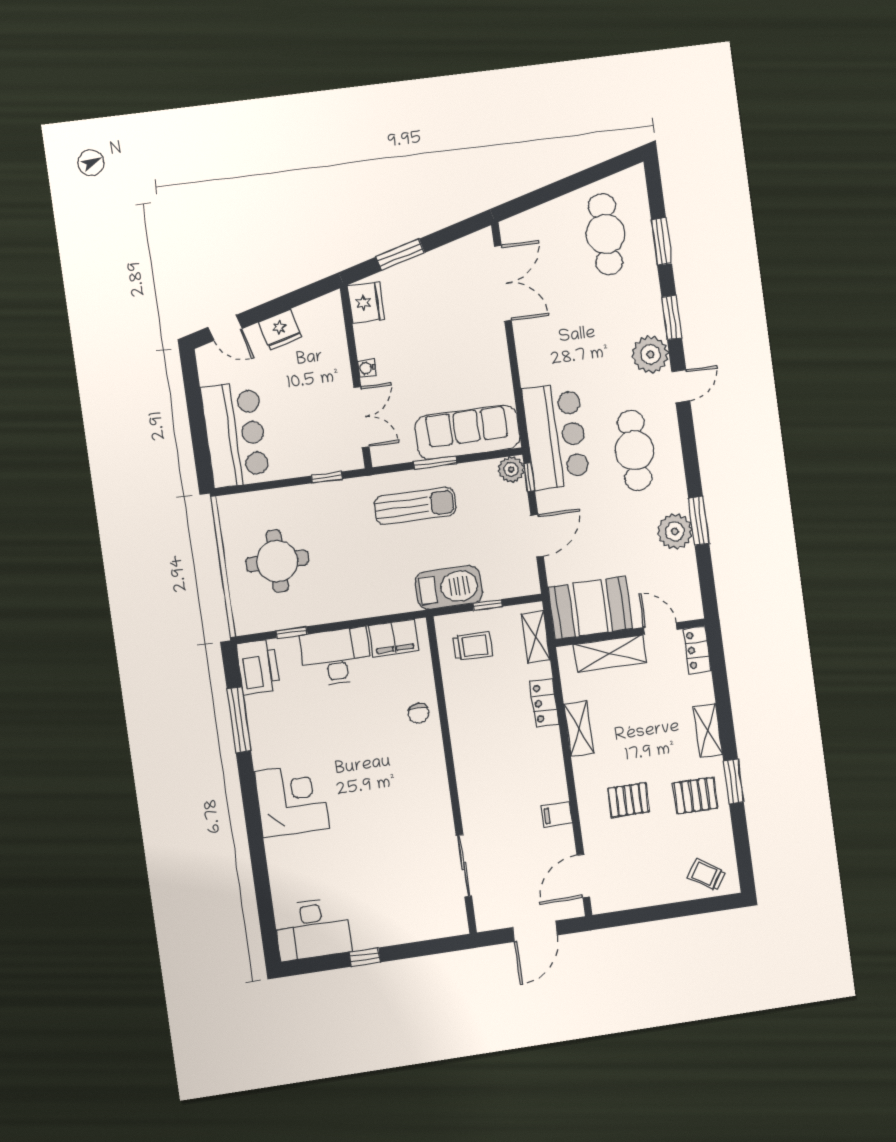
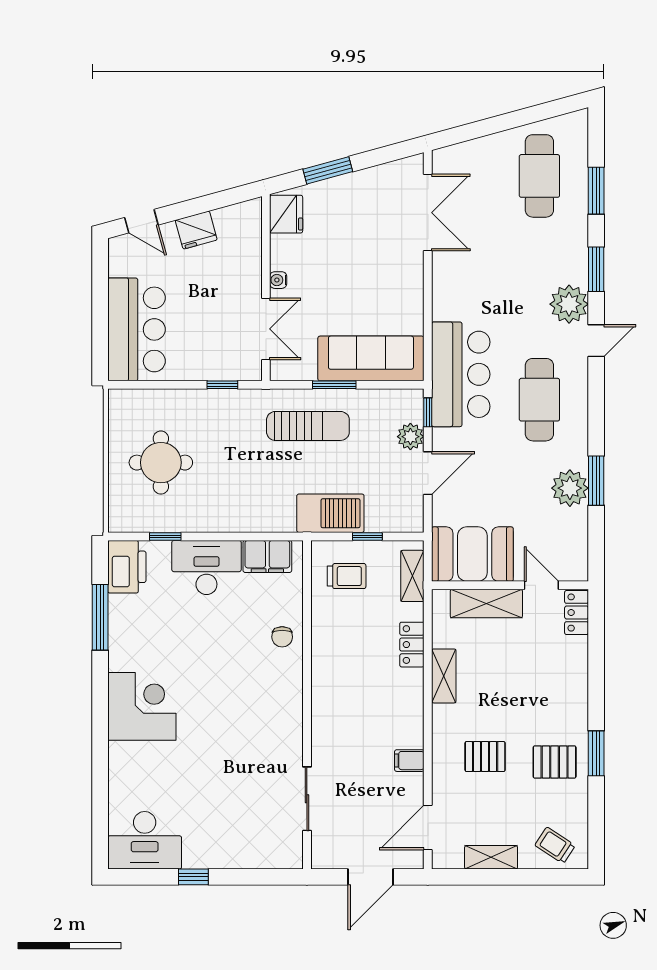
plant: (511, 469) -> (410, 437), moved
shelving: (708, 731) -> (491, 857), moved, turned 90

